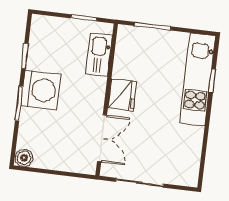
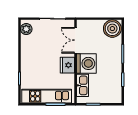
kitchen unit: (198, 79) -> (47, 96), moved, turned -90
washing machine: (41, 90) -> (86, 63), moved, turned 180
boiler: (24, 158) -> (112, 29), width x1.86, depth x1.86
plant: (189, 170) -> (26, 29), added

